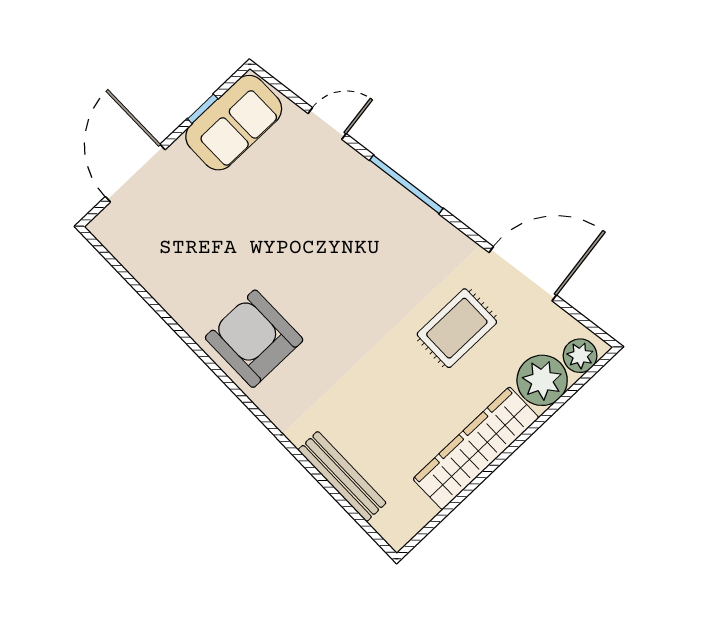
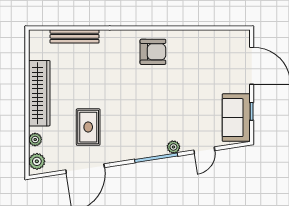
plant: (366, 174) -> (173, 147), added
armchair: (254, 339) -> (153, 52), width x0.73, depth x0.73
plant: (542, 380) -> (35, 140), width x0.53, depth x0.53

